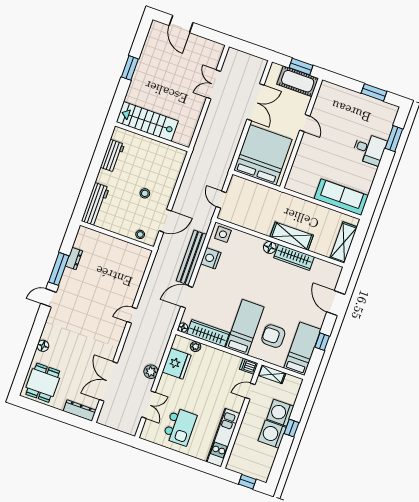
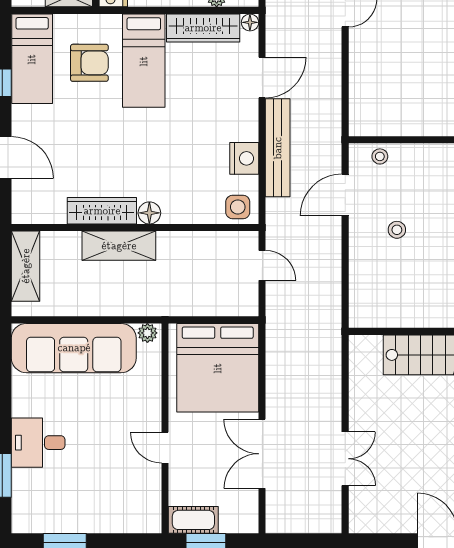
cot: (298, 81) -> (193, 520), width x0.73, depth x0.75
plant: (293, 186) -> (147, 333), added
sofa: (341, 197) -> (74, 348), width x1.36, depth x1.27

